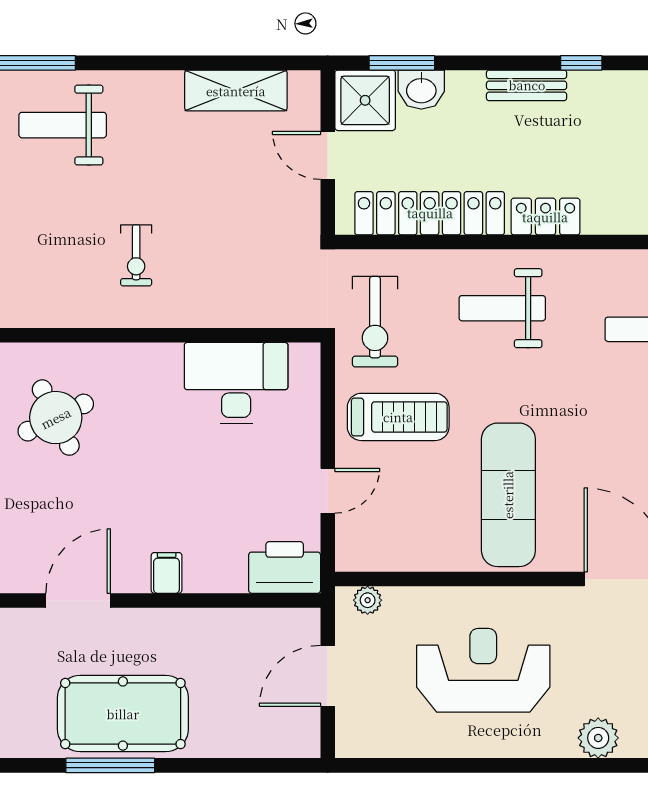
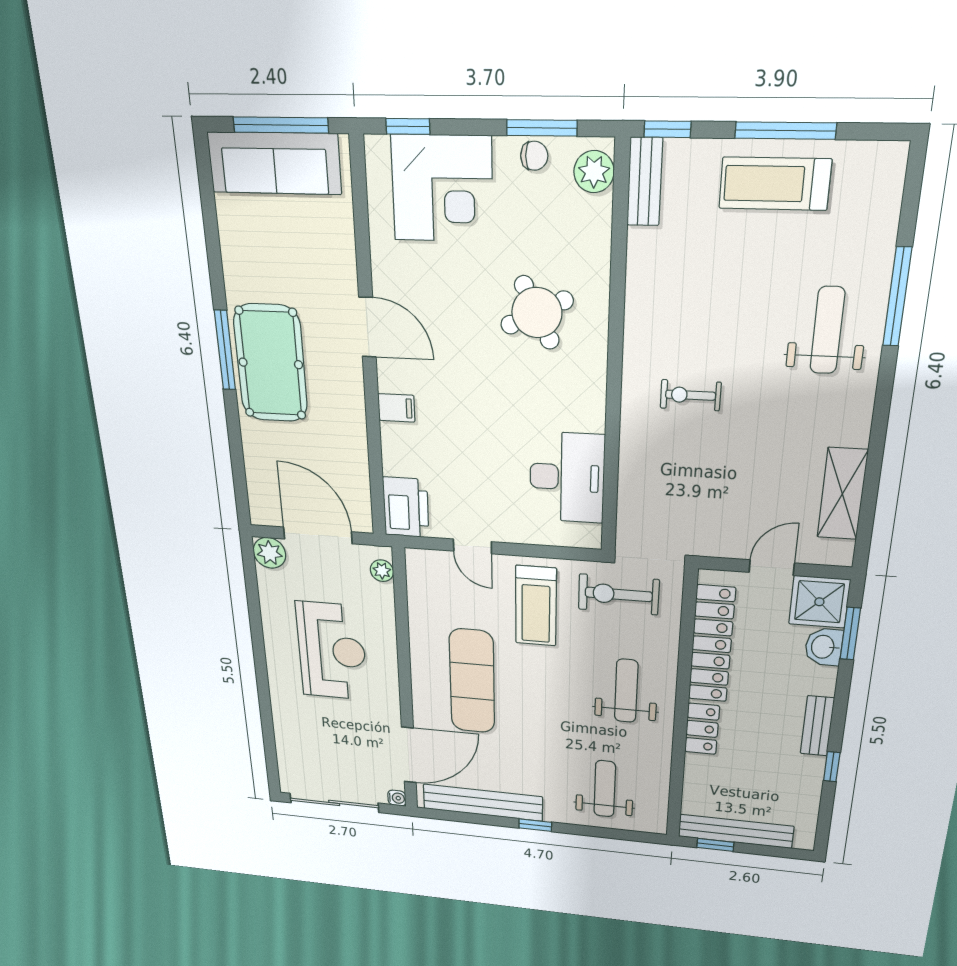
exercise mat: (508, 495) -> (472, 681), turned 90
door: (328, 676) -> (318, 535), width x1.36
plant: (598, 738) -> (269, 553), moved

